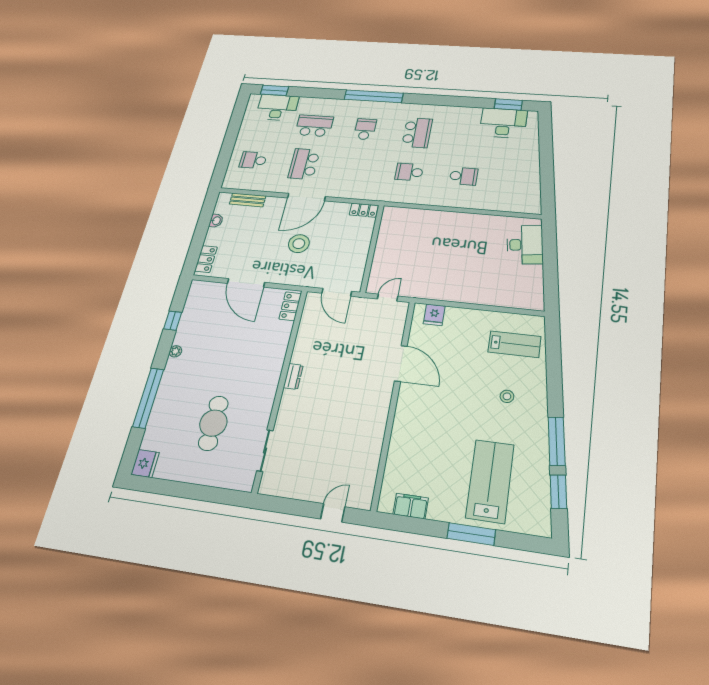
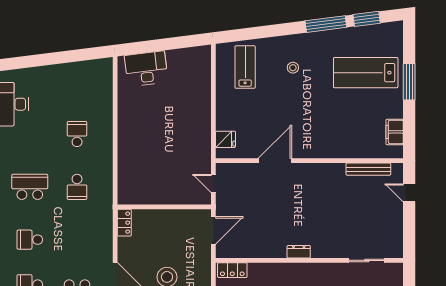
bench: (371, 468) -> (368, 169), added

